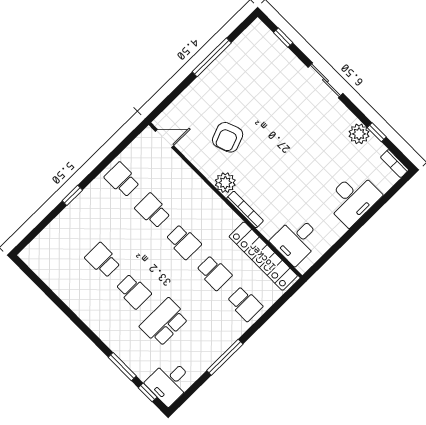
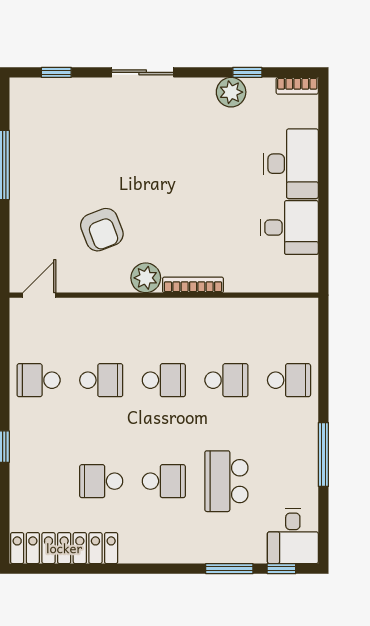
school desk: (153, 211) -> (101, 380), turned 180
desk: (296, 240) -> (289, 228), moved, turned -90
locker: (263, 256) -> (64, 548), moved, turned 180

